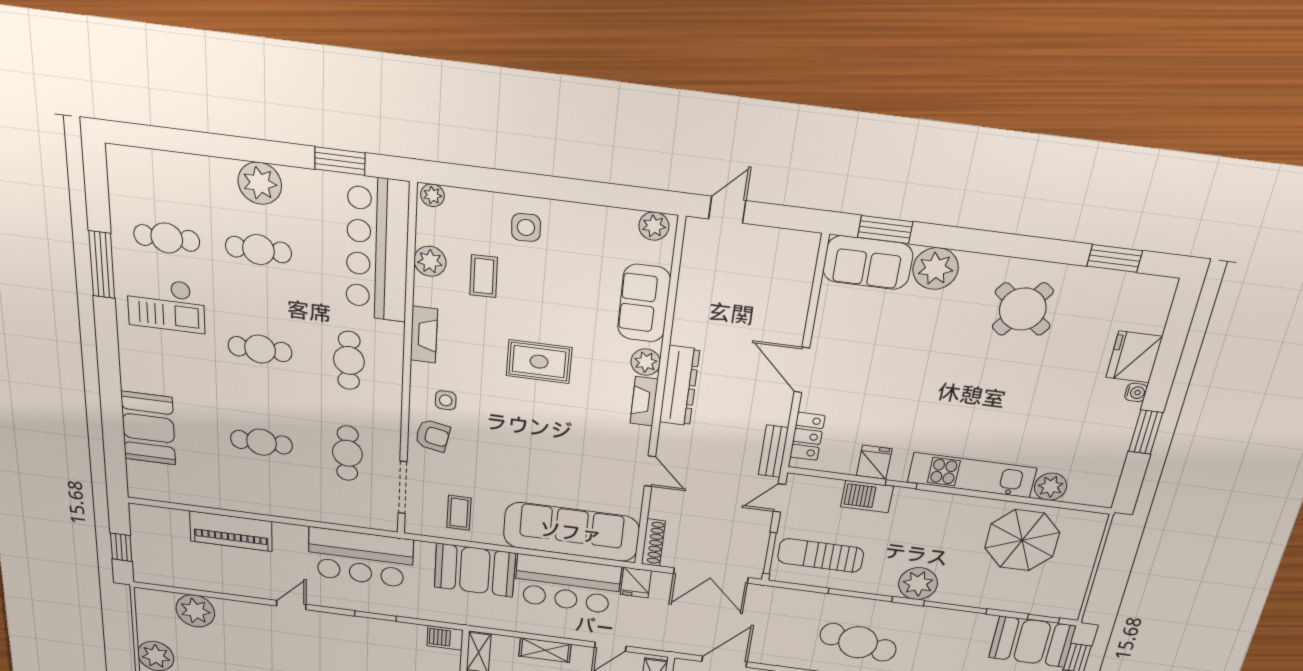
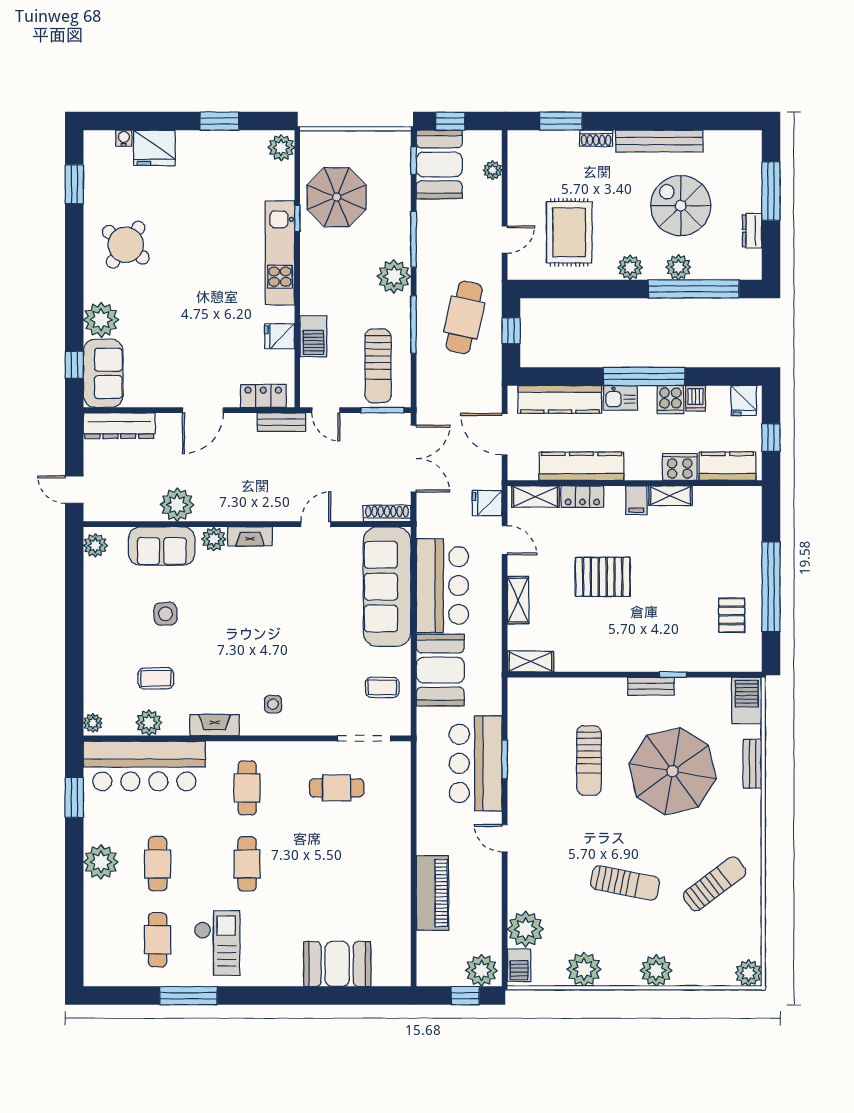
side table: (526, 227) -> (165, 614), moved
window: (885, 230) -> (74, 365), width x0.67
plant: (692, 327) -> (177, 505), added
cafe table: (349, 360) -> (247, 788), turned 90
rug: (539, 362) -> (226, 627), removed
dresser: (679, 386) -> (119, 426), moved, turned 180
water cooler: (1136, 392) -> (124, 138), moved
armchair: (433, 436) -> (308, 714), removed
cafe table: (261, 442) -> (337, 864), removed
window: (901, 484) -> (297, 218), moved
plant: (1051, 487) -> (281, 148), moved
bar counter: (361, 558) -> (476, 763), moved, turned 180
plant: (149, 566) -> (481, 970), added
fridge: (636, 583) -> (487, 503), moved, turned 180
barbecue: (445, 638) -> (519, 965), moved

